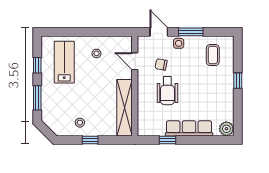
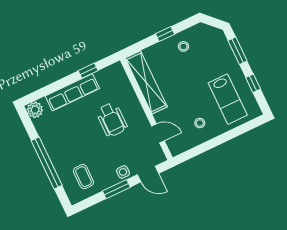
chair: (161, 64) -> (130, 143), removed
window: (238, 81) -> (47, 163), width x3.17
wheelchair: (167, 91) -> (112, 120), turned 180

